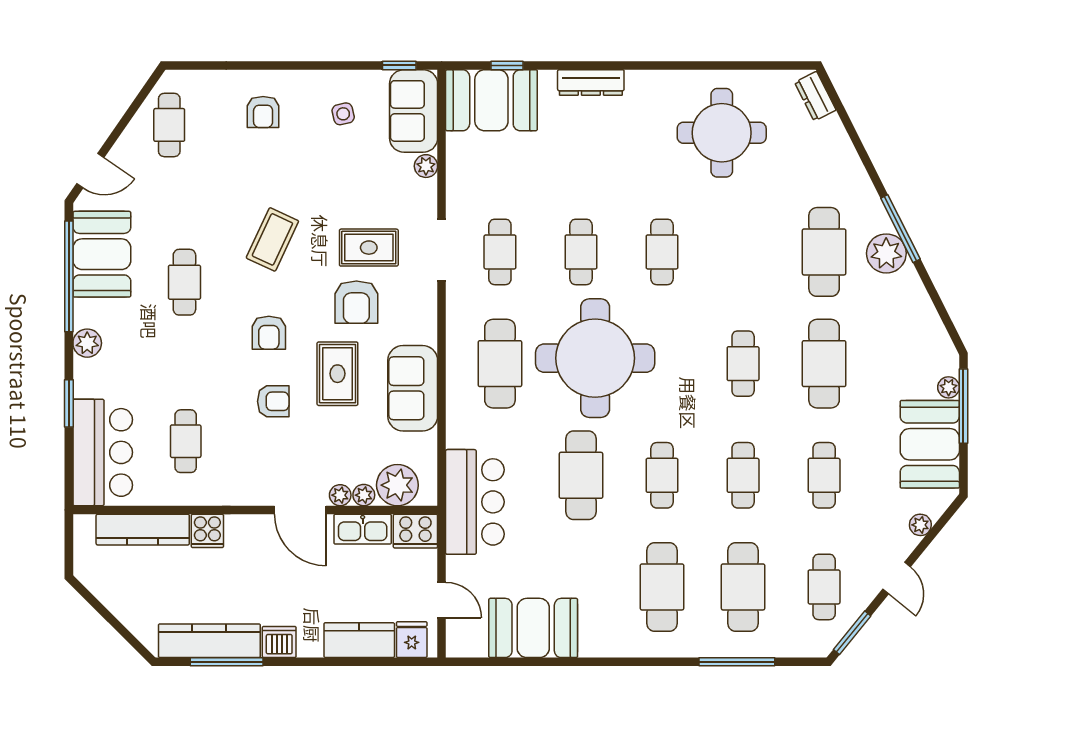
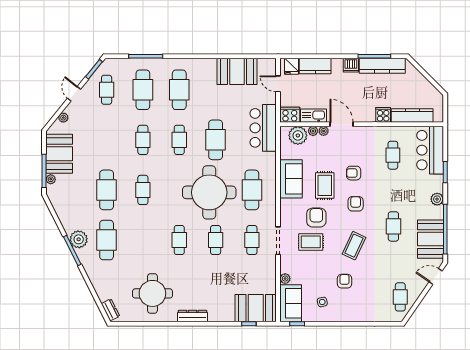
dresser: (591, 83) -> (192, 316), moved
armchair: (263, 112) -> (345, 281), moved
cafe table: (824, 475) -> (107, 140), removed

